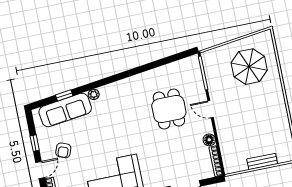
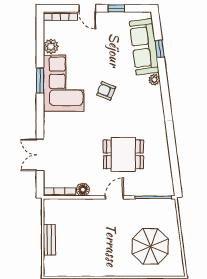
armchair: (63, 150) -> (106, 91), moved

